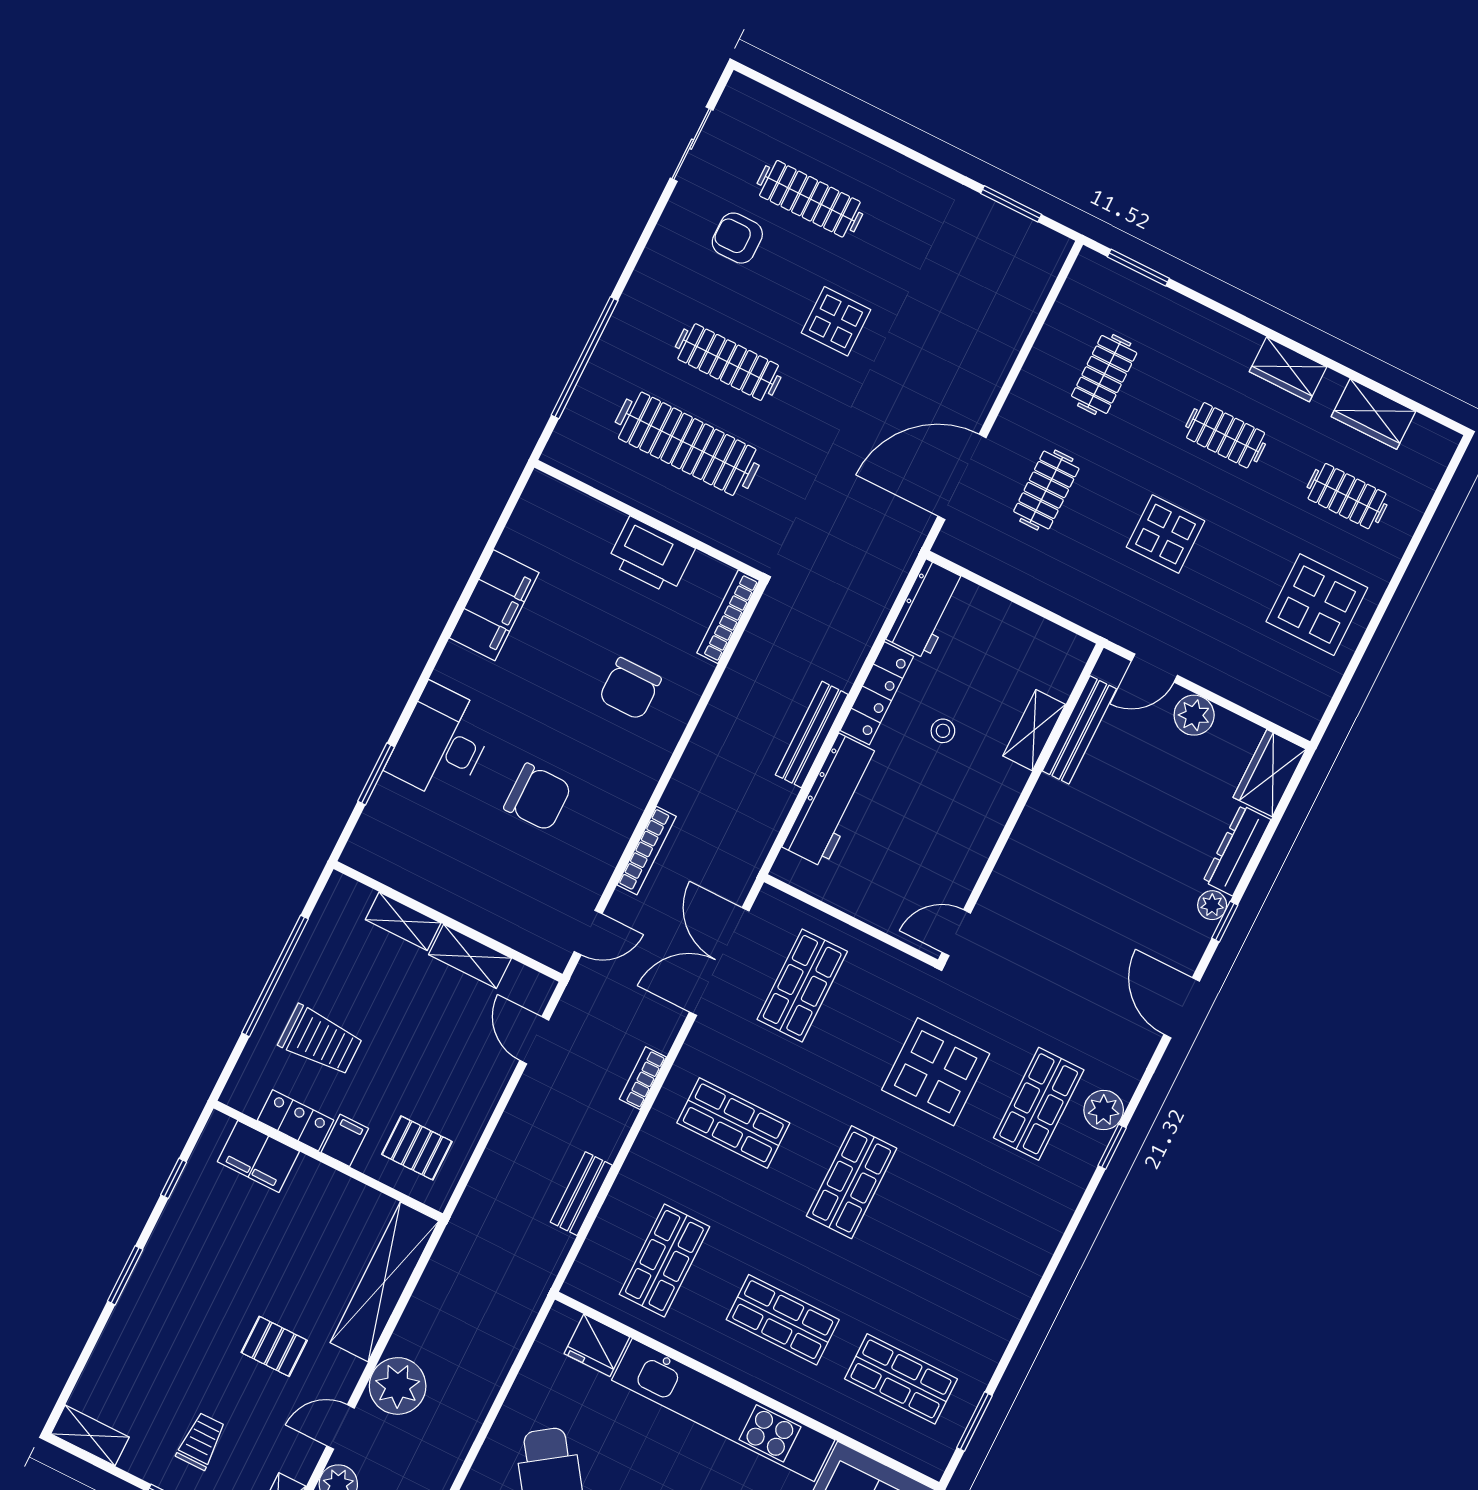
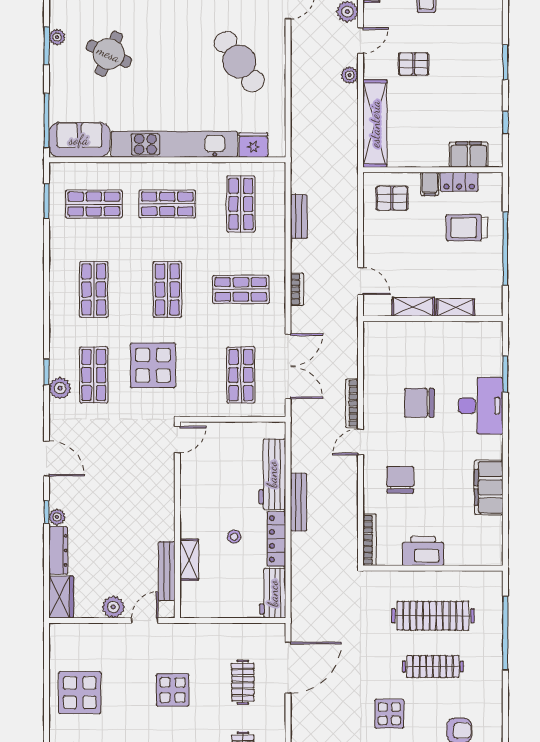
door: (588, 933) -> (360, 442), moved
shop shelf: (970, 1241) -> (94, 289), added
plant: (398, 1386) -> (350, 75), width x0.53, depth x0.53

